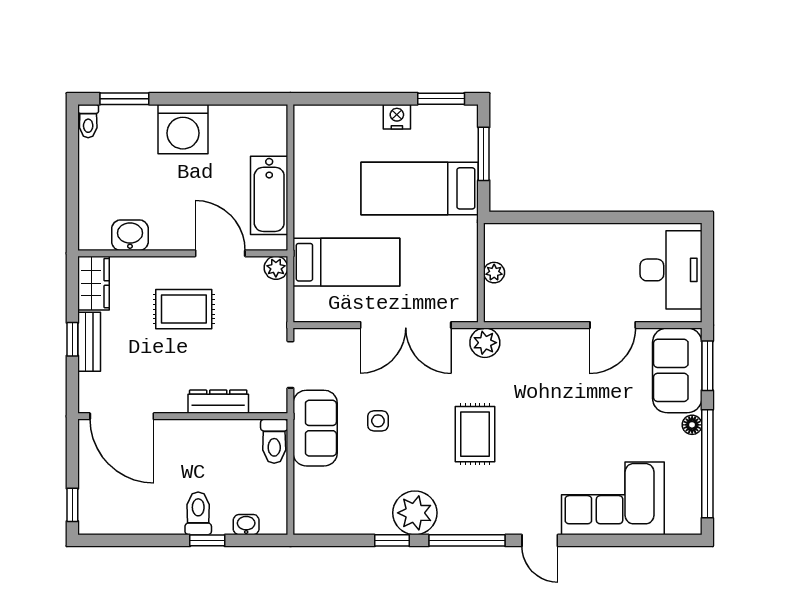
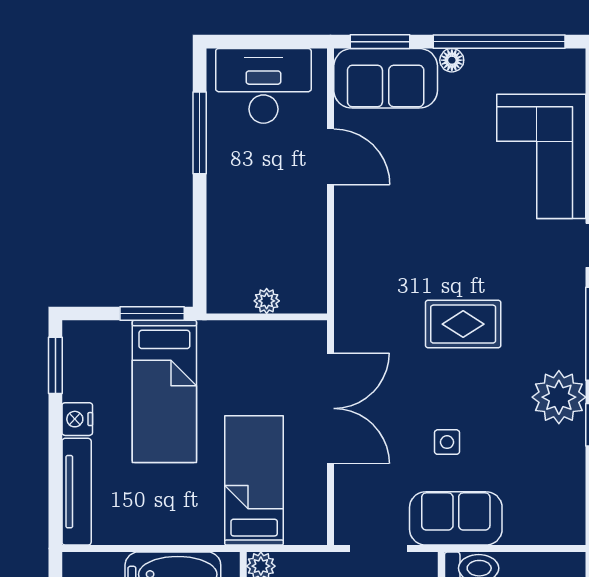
tv unit: (337, 116) -> (77, 492), added
window: (484, 154) -> (152, 314), moved
window: (632, 217) -> (200, 133), added
plant: (485, 343) -> (352, 312), removed

